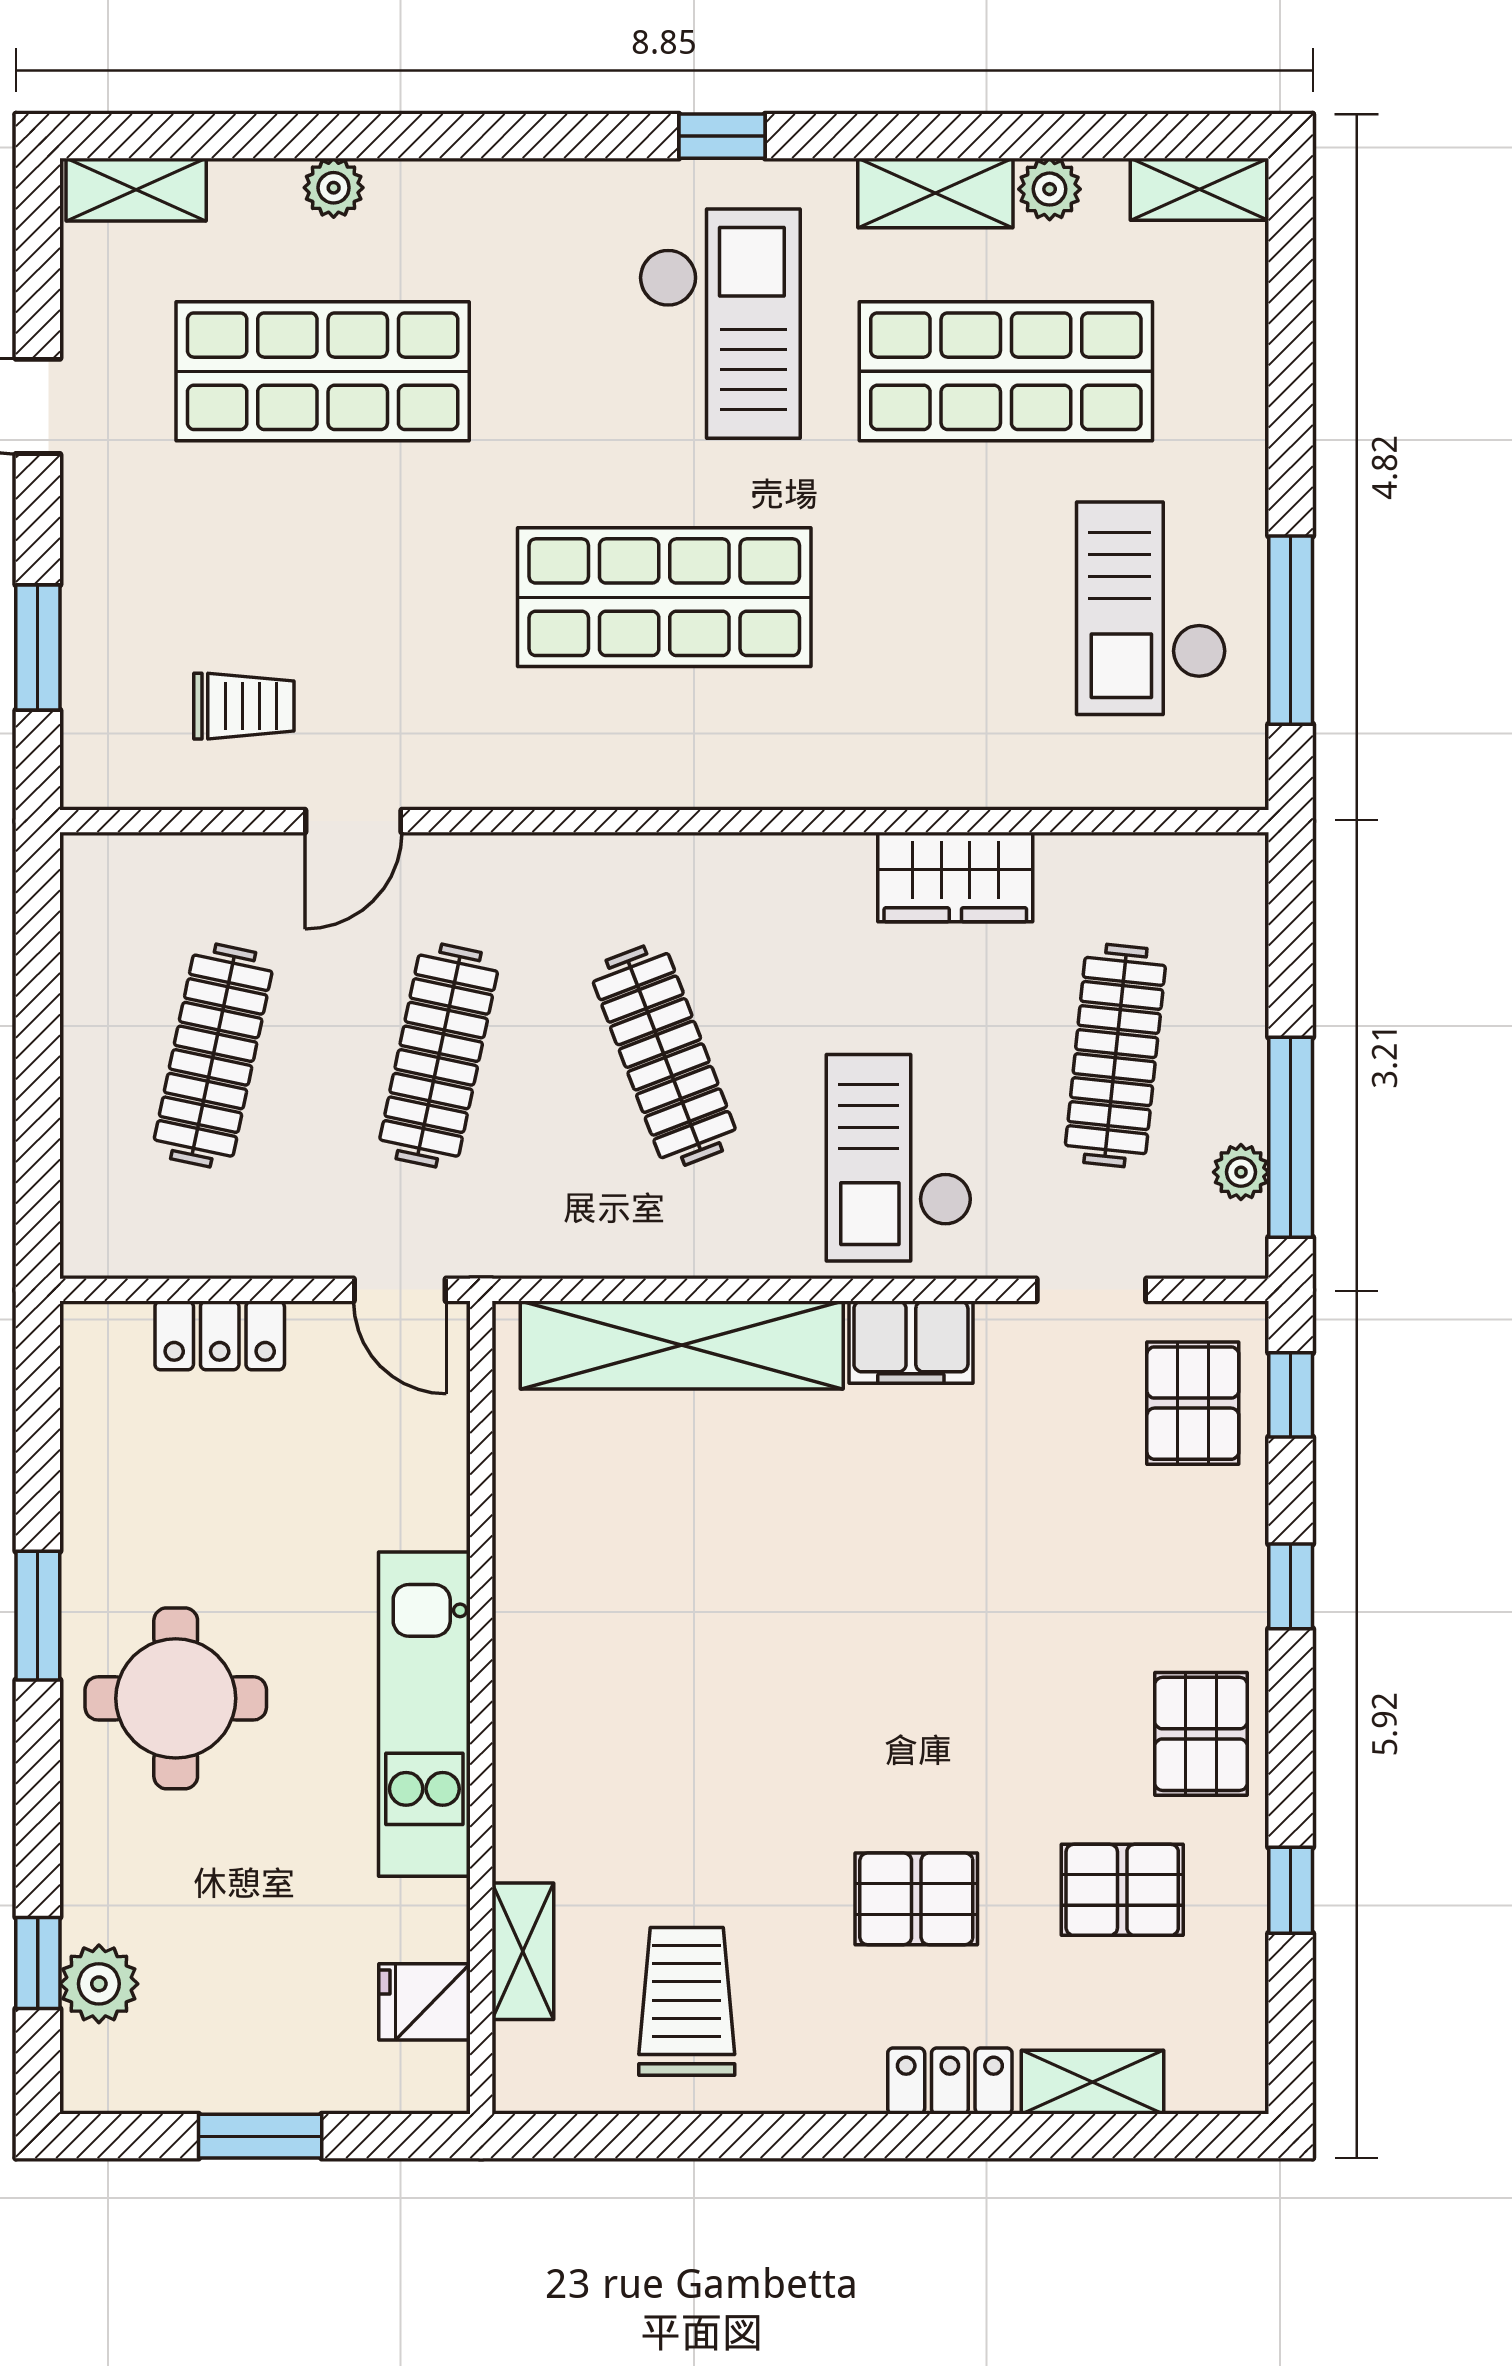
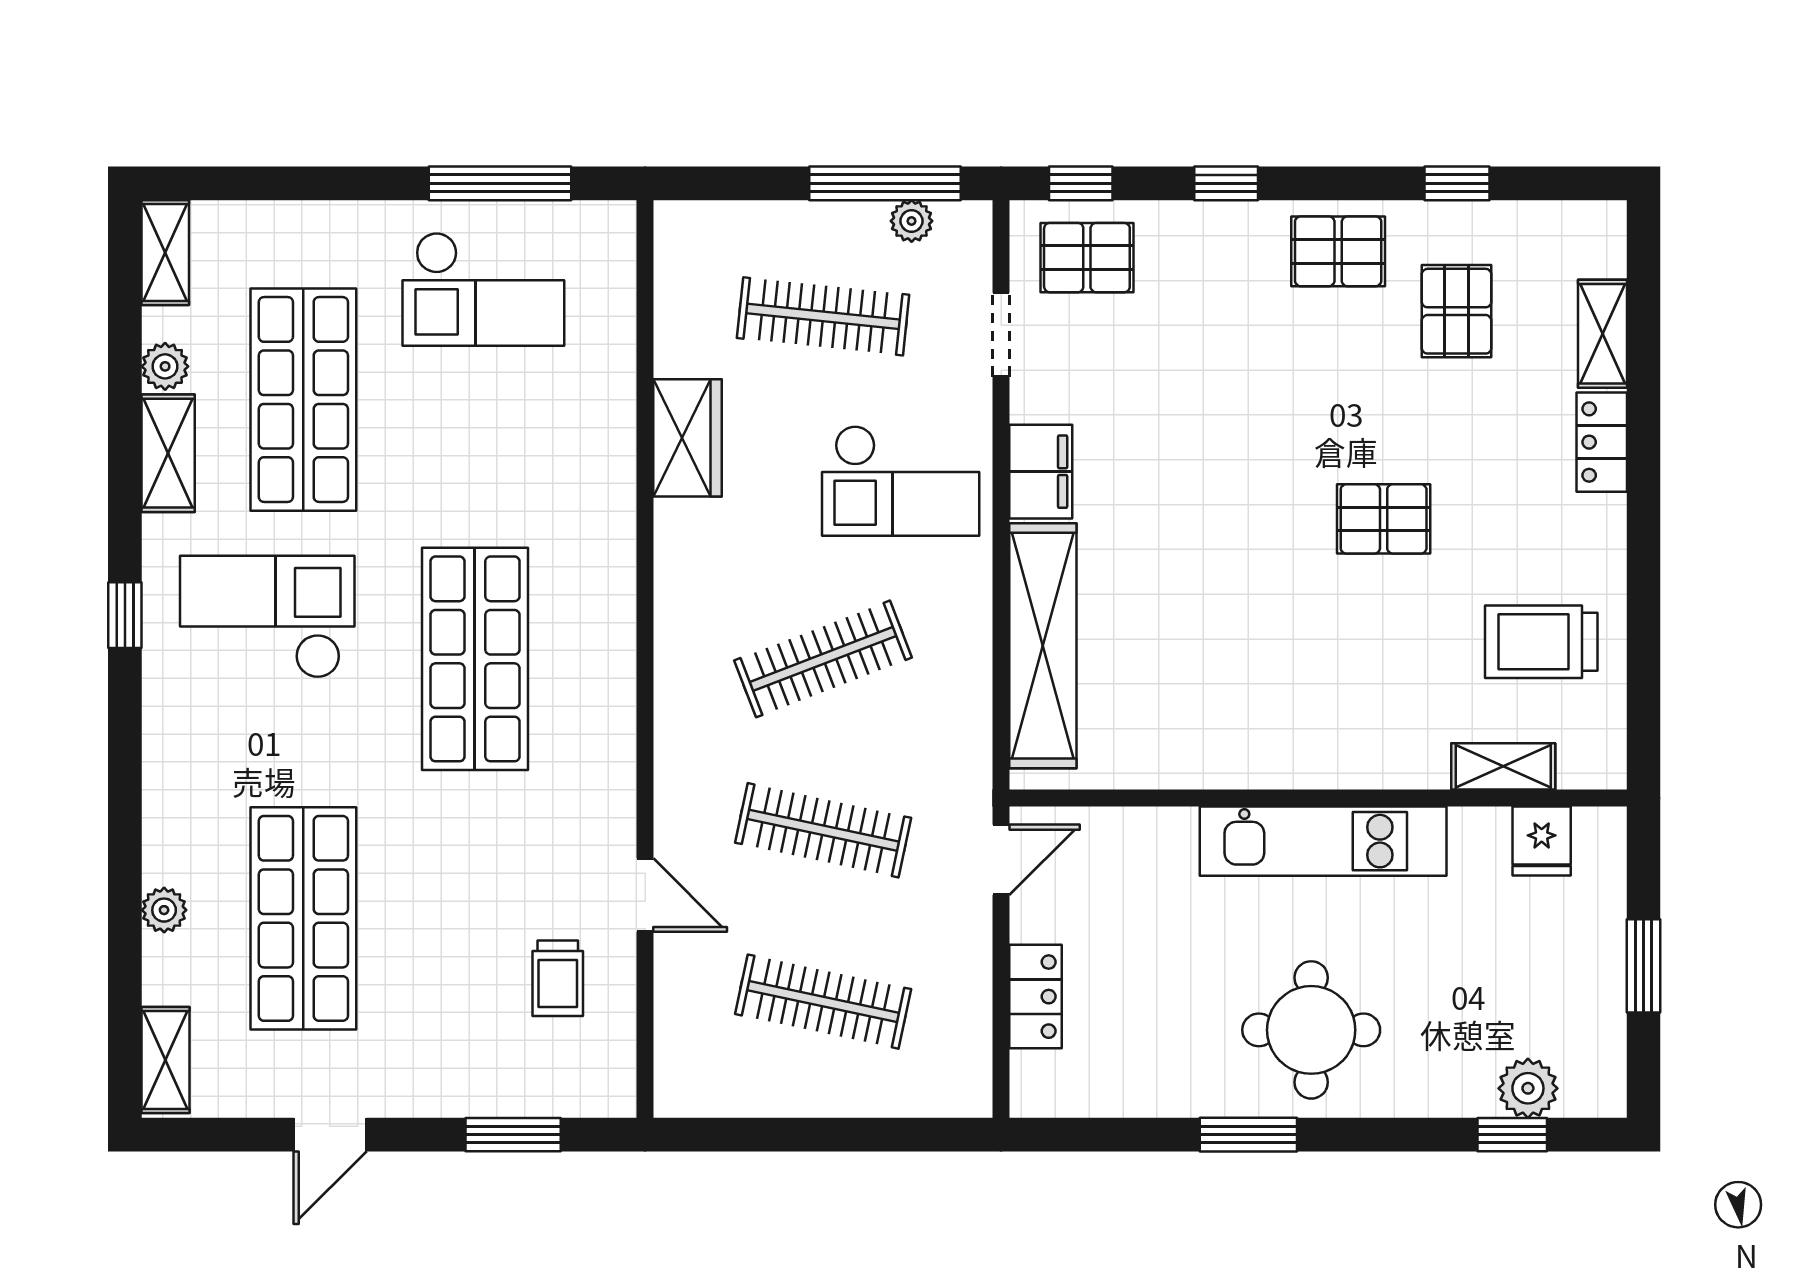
trolley: (244, 706) -> (558, 978), turned 180
pallet: (916, 1899) -> (1384, 519), moved, turned 90

